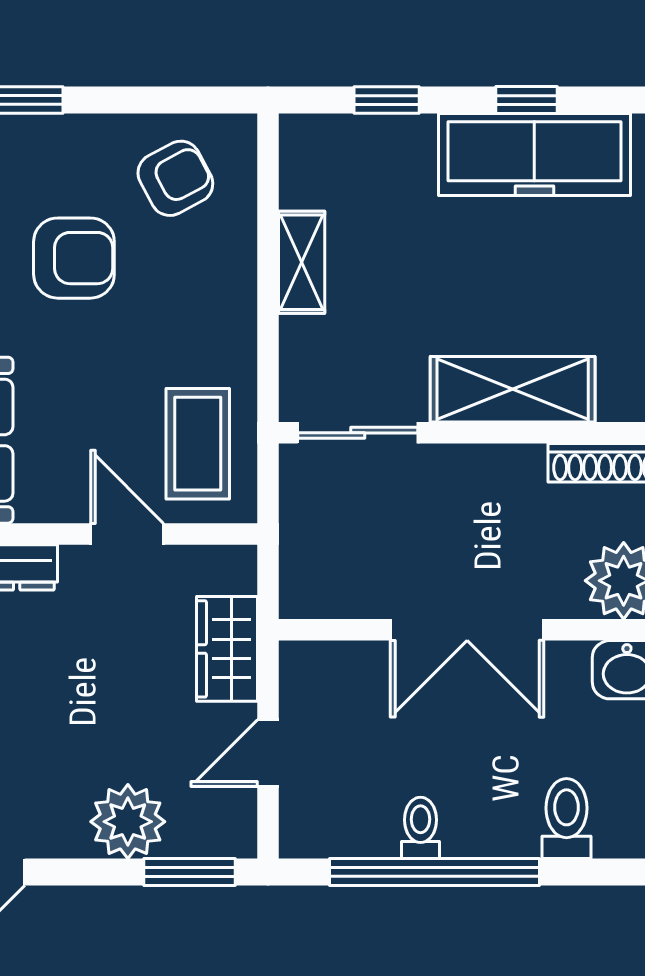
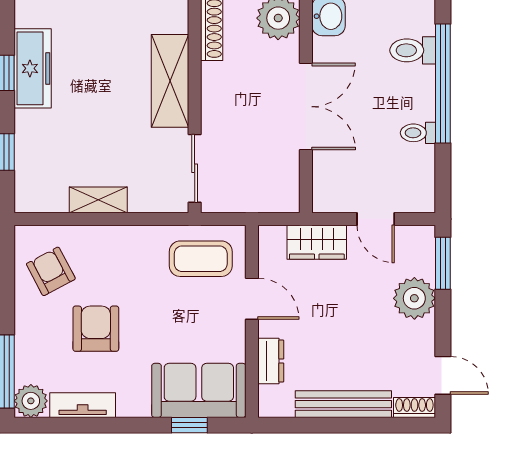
freezer: (534, 155) -> (33, 68), width x0.73, depth x0.79
door: (127, 534) -> (252, 299), swing flipped
window: (434, 872) -> (443, 84), moved

